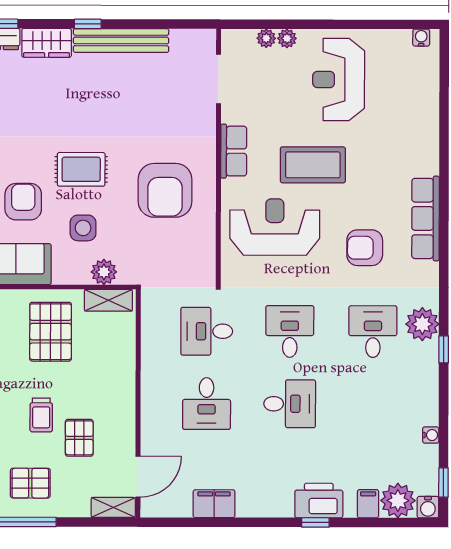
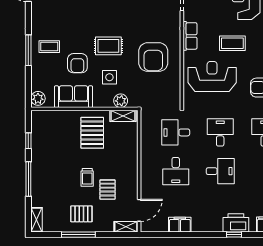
coffee table: (313, 165) -> (232, 43), width x0.73, depth x0.76
armchair: (23, 202) -> (77, 63), turned 180

